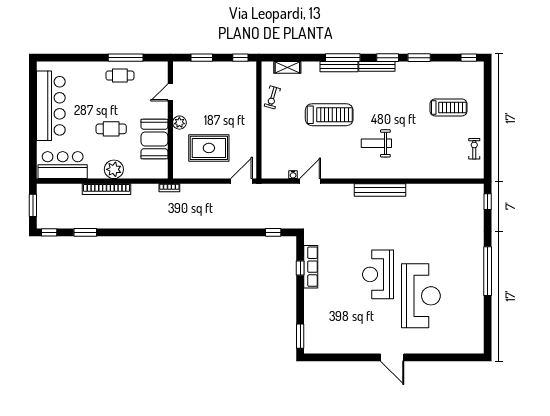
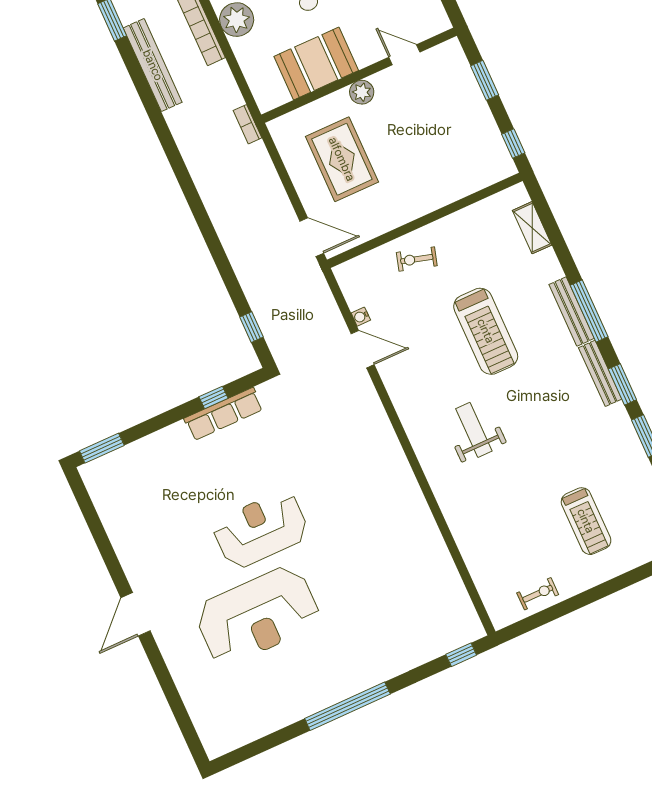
exercise bike: (272, 97) -> (417, 259), moved
bench: (380, 190) -> (153, 65), moved

